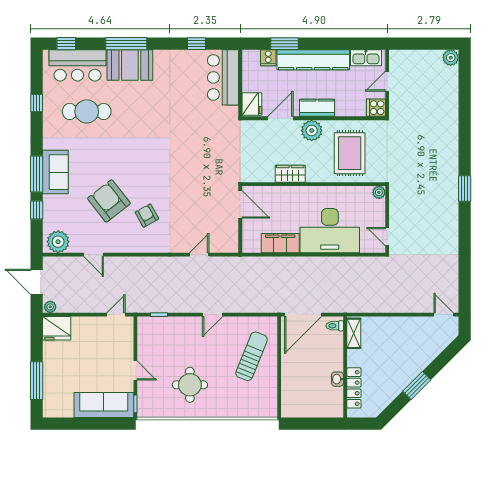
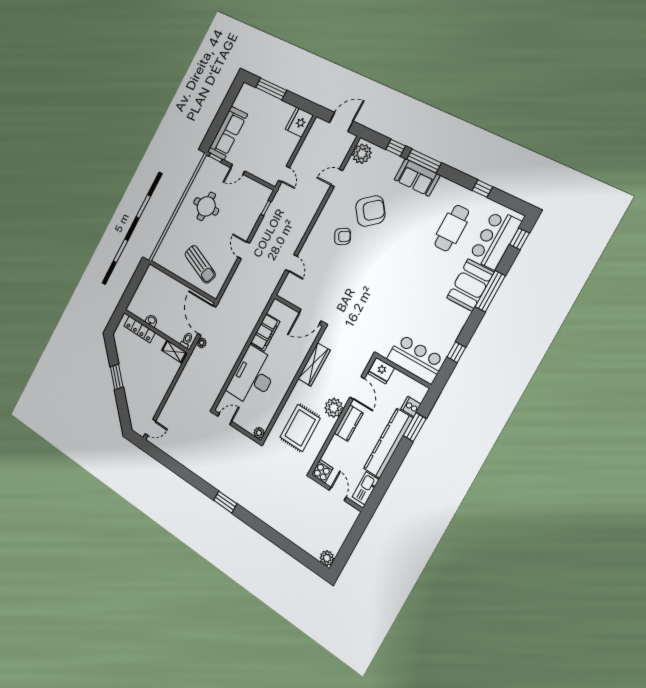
rug: (350, 153) -> (300, 428), turned 90
wardrobe: (290, 174) -> (314, 364), width x1.50
plant: (50, 307) -> (202, 343), moved

